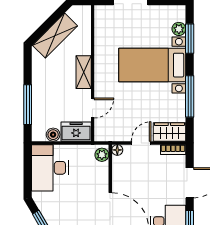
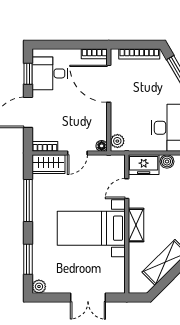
plant: (179, 29) -> (39, 287), moved
bed with nightstands: (152, 65) -> (91, 228), moved, turned 180

